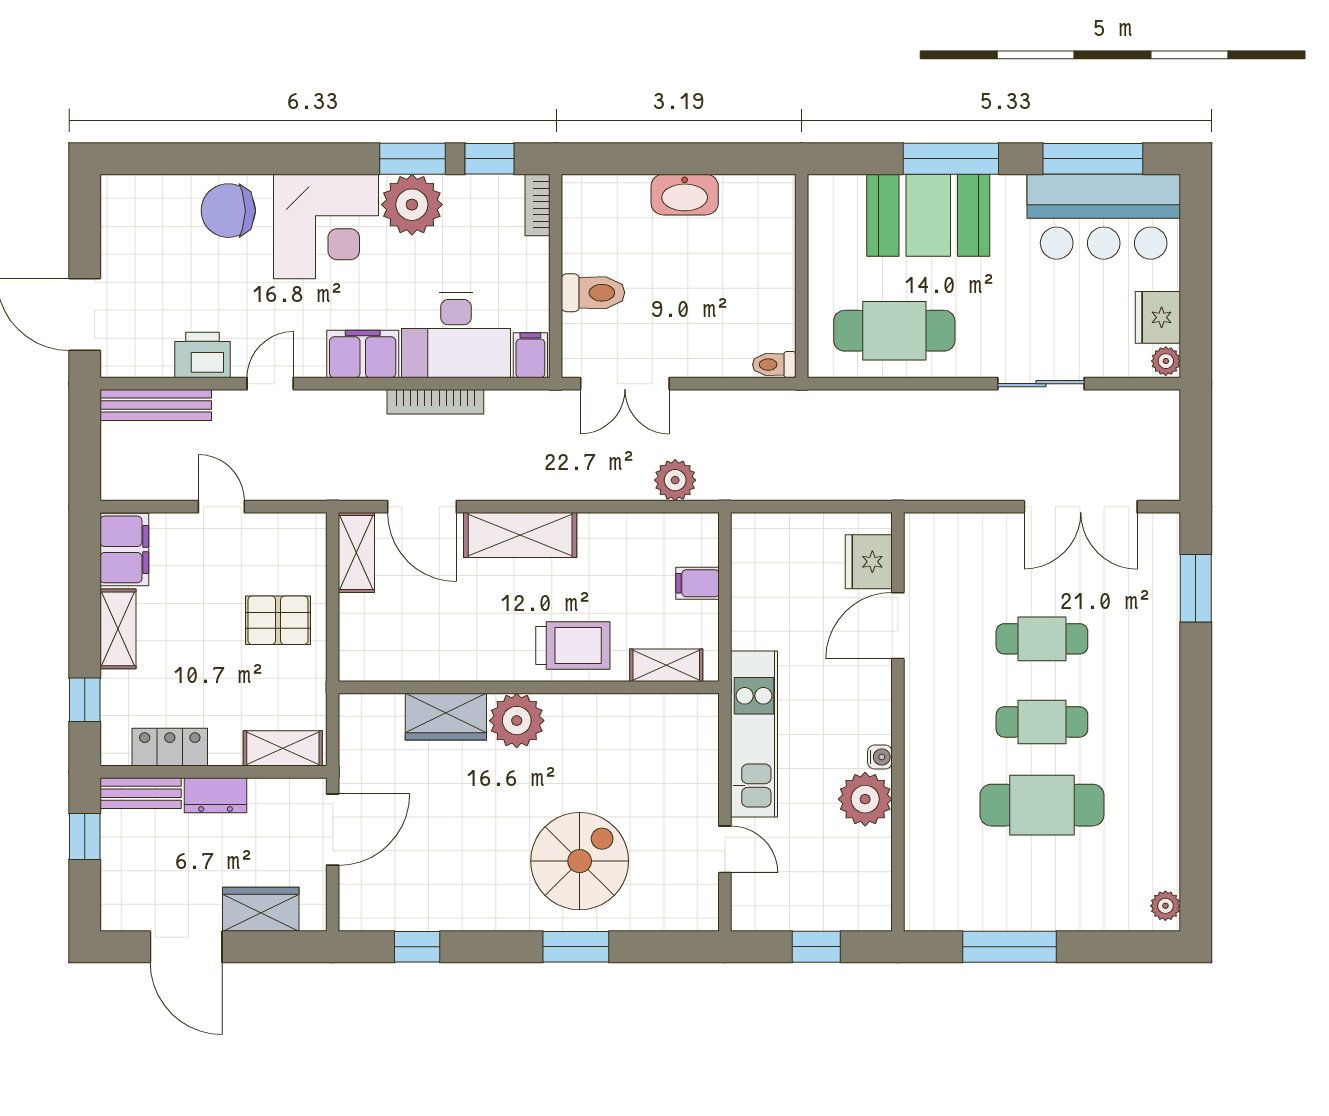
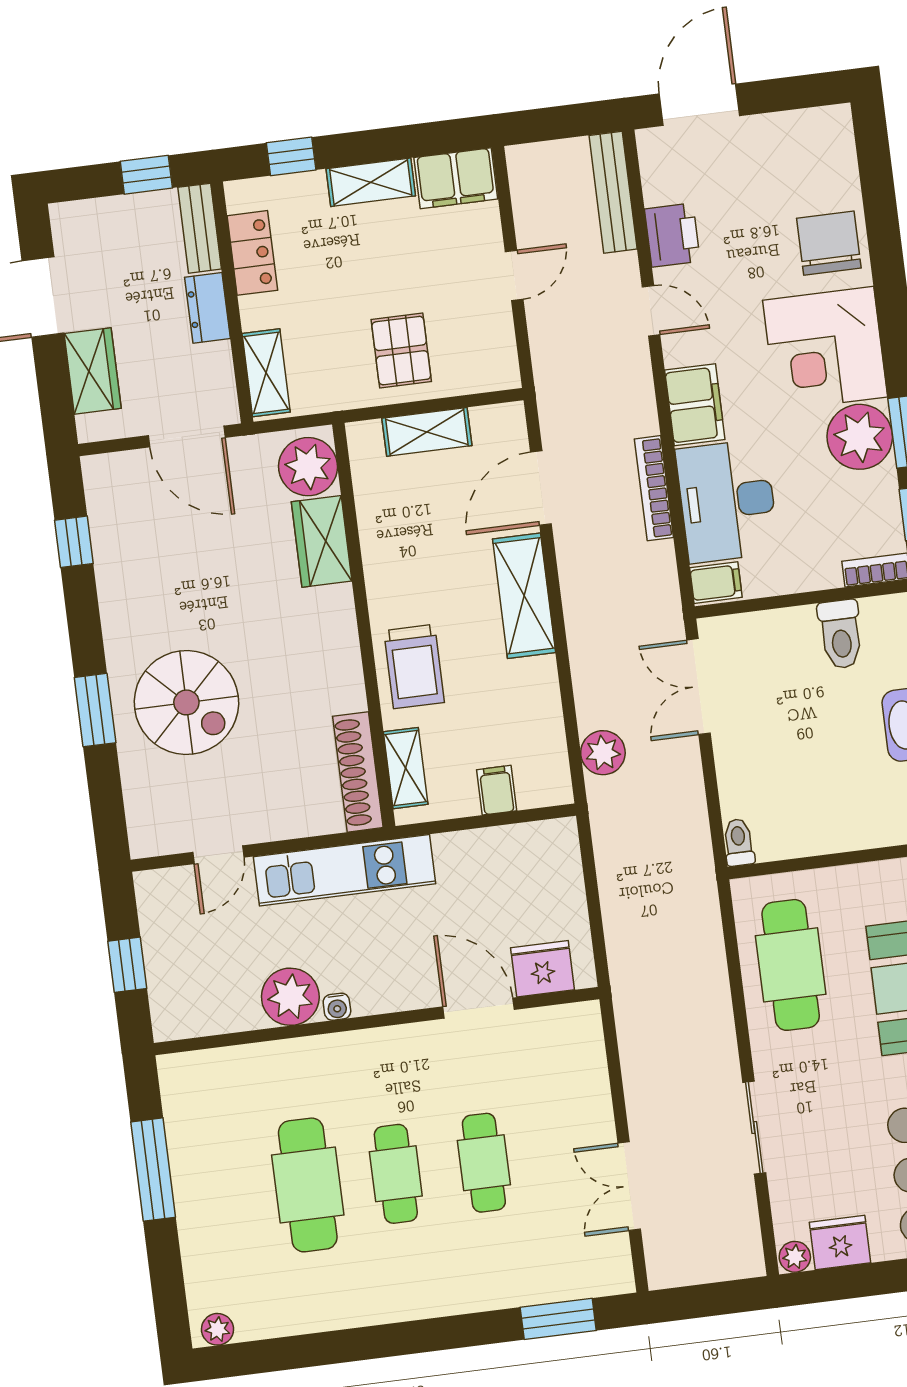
toilet: (593, 293) -> (841, 634), moved
double door: (1081, 507) -> (629, 1186), width x0.73
shelving: (356, 552) -> (427, 432), moved
shoe rack: (664, 710) -> (358, 772), added
plant: (517, 721) -> (308, 467), moved

